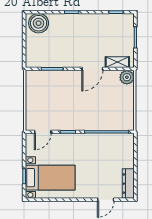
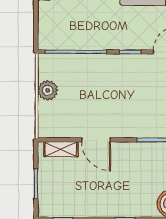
door: (92, 69) -> (96, 140), swing flipped
plant: (127, 77) -> (48, 90), moved

